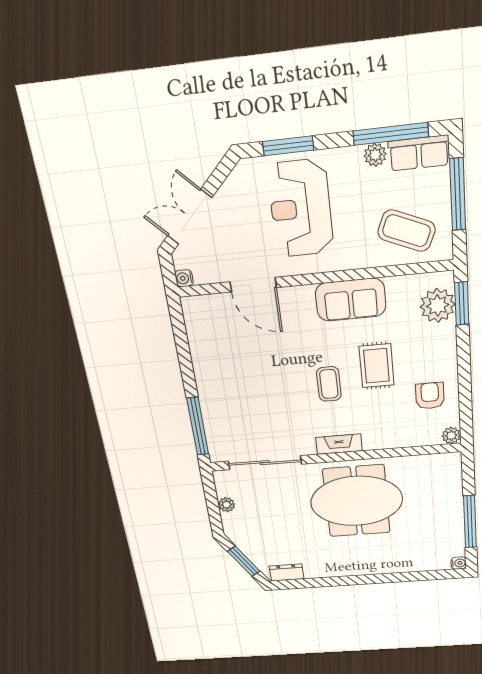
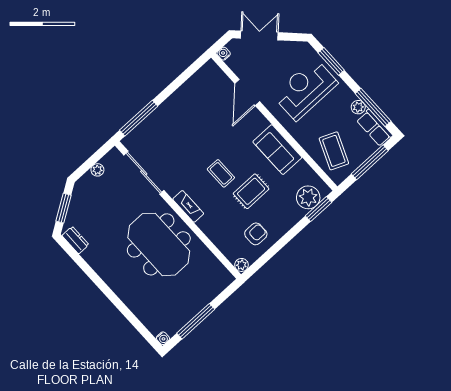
coffee table: (329, 384) -> (221, 173), turned 90

